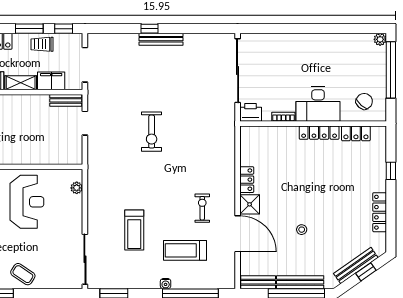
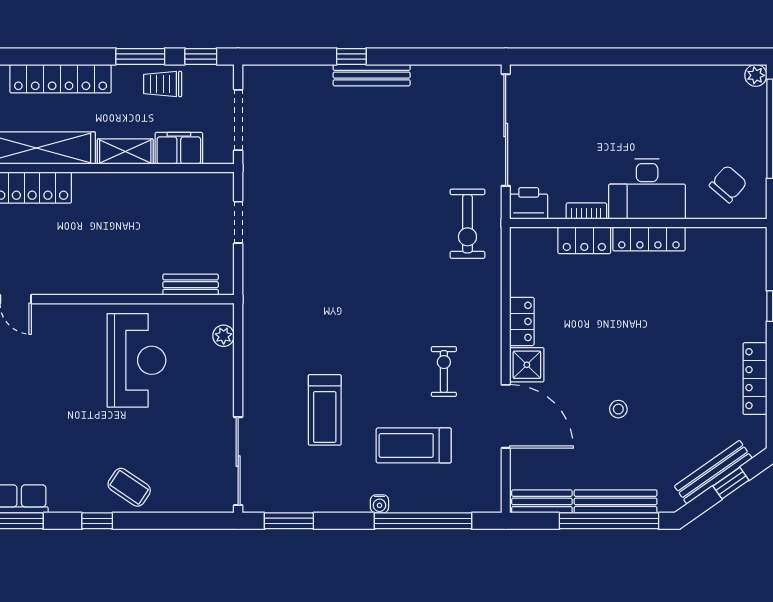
bench: (66, 100) -> (191, 285), moved
exercise bike: (152, 132) -> (467, 224), moved
locker: (356, 133) -> (584, 240), moved

